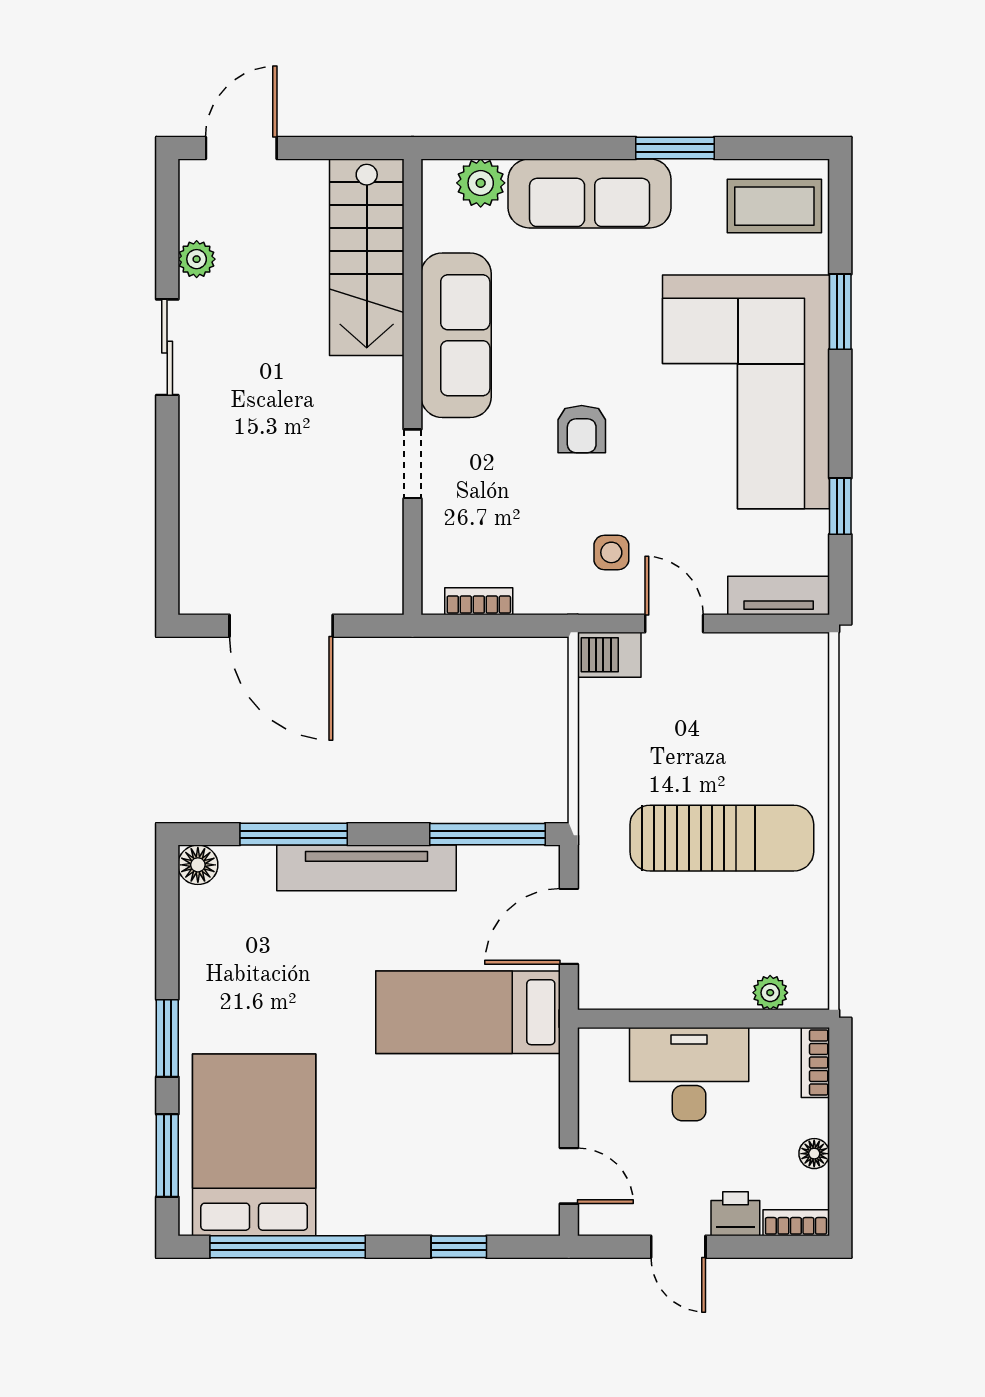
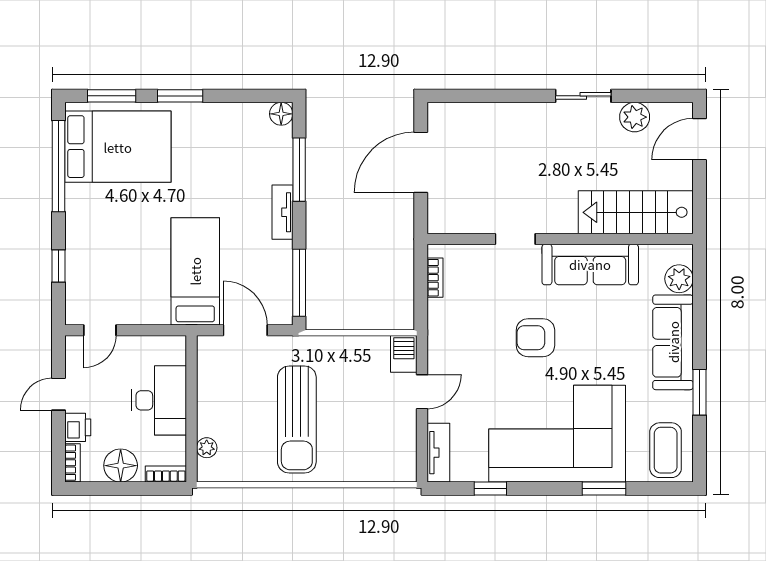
door: (241, 148) -> (699, 139), swing flipped
plant: (197, 259) -> (635, 117), width x1.38, depth x1.38
armchair: (582, 429) -> (535, 338), width x1.38, depth x1.38
side table: (611, 552) -> (463, 355), removed
tv unit: (366, 868) -> (282, 212), width x0.52, depth x0.78
floor lamp: (814, 1154) -> (121, 466), width x1.89, depth x1.89

